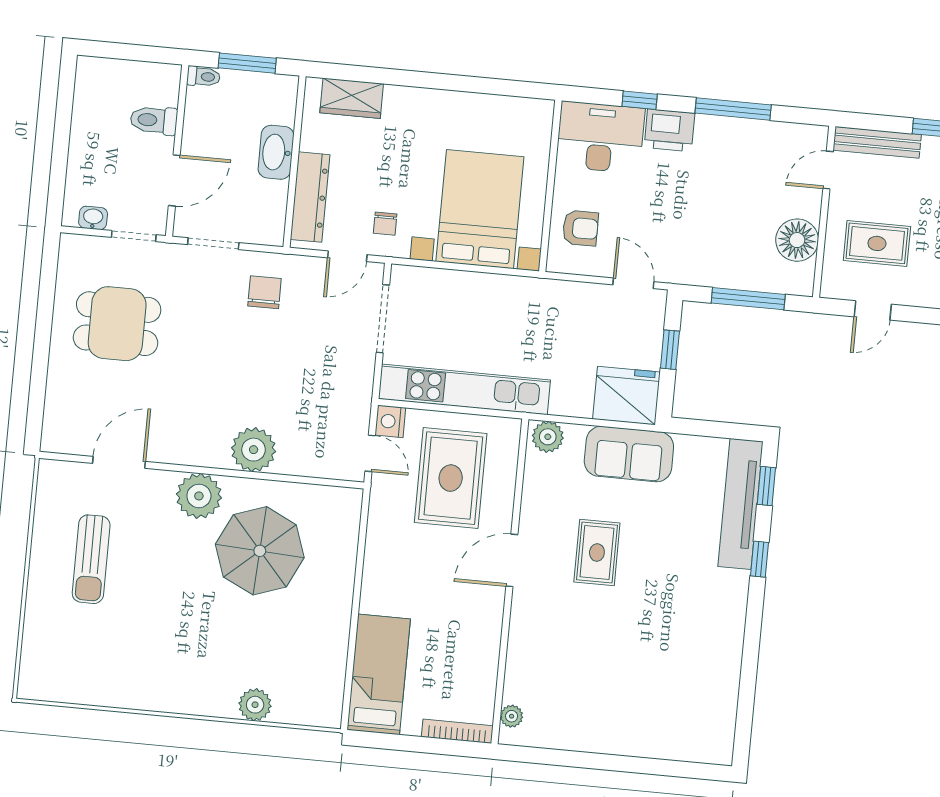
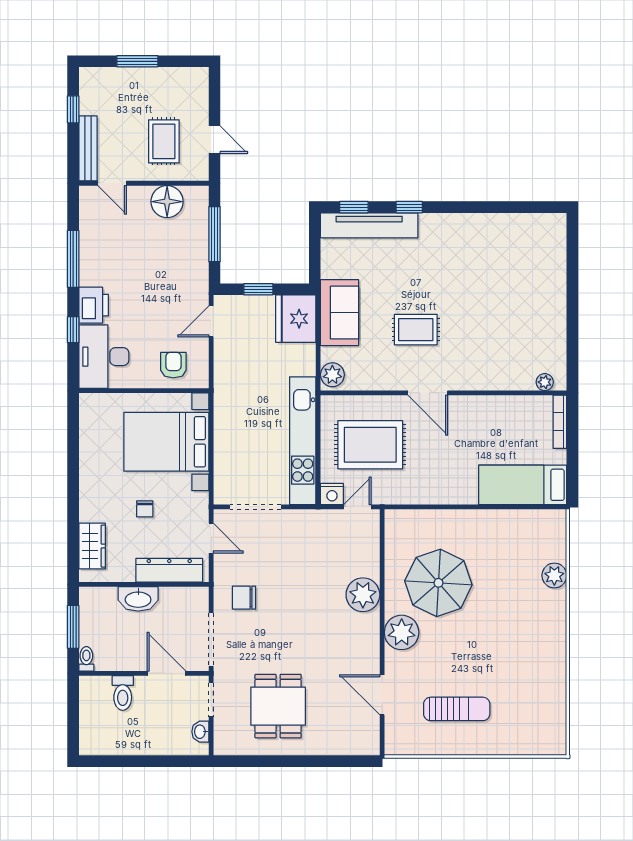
chair: (385, 224) -> (145, 509), moved, turned 90
doorway: (213, 244) -> (211, 640), width x1.38

